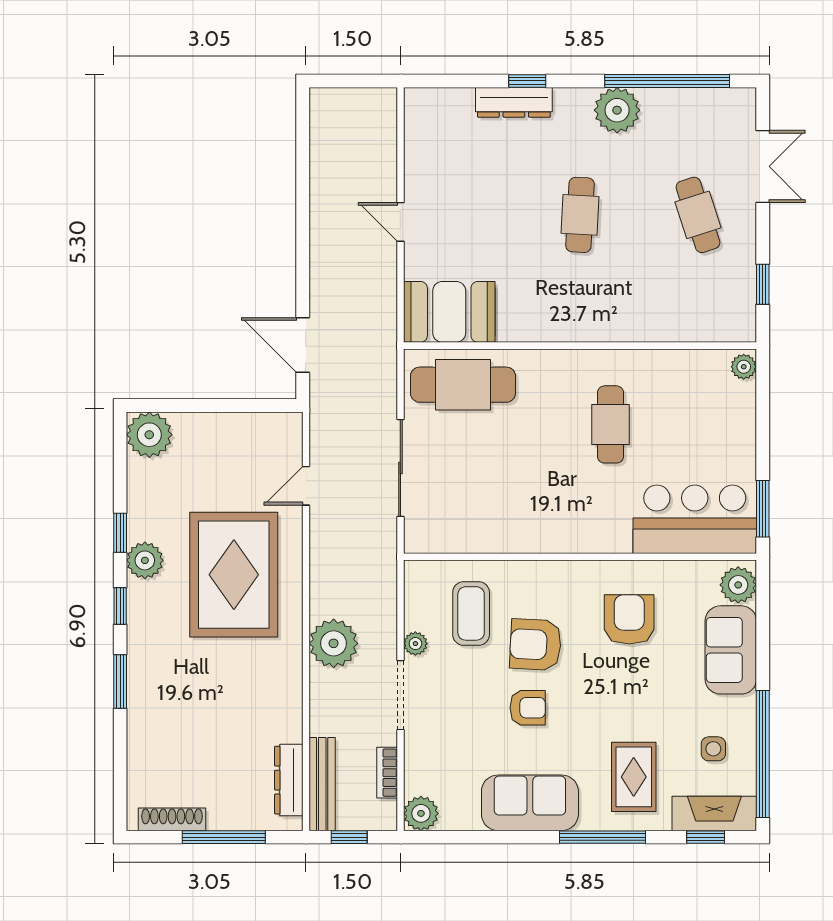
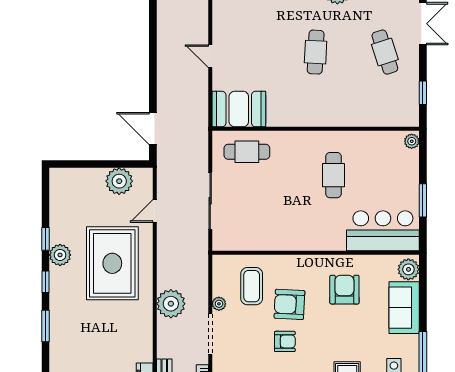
cafe table: (463, 385) -> (247, 152), width x0.73, depth x0.74
plant: (149, 435) -> (119, 181), moved
window: (763, 509) -> (423, 200), moved

